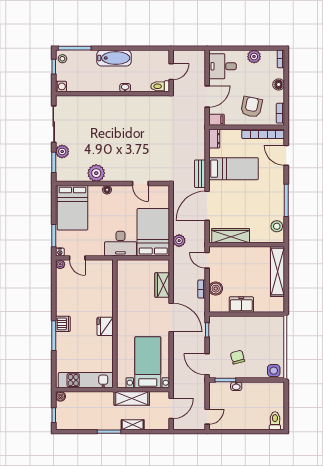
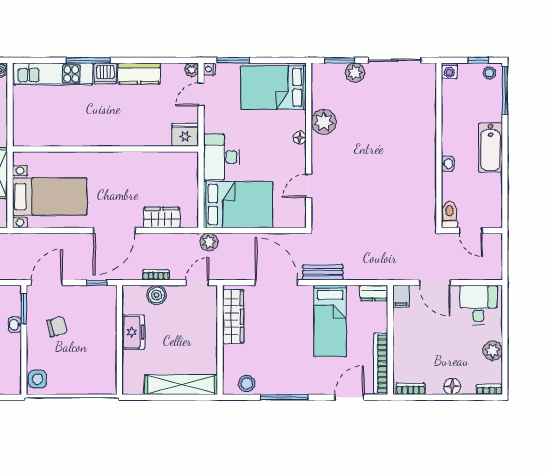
armchair: (251, 107) -> (420, 347), removed
plant: (179, 241) -> (209, 242), moved
kitchen counter: (63, 300) -> (139, 74), added
fridge: (105, 326) -> (185, 135), moved
kitchen unit: (86, 380) -> (53, 74), moved, turned 90

